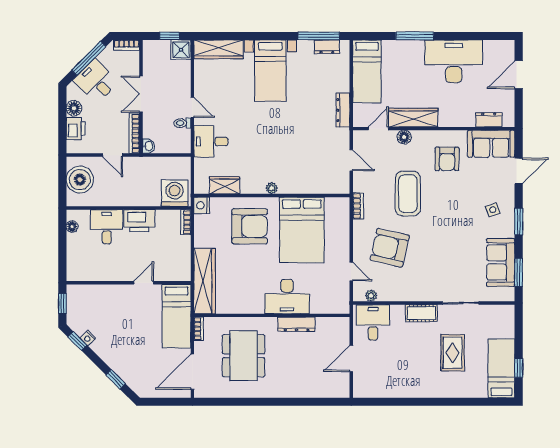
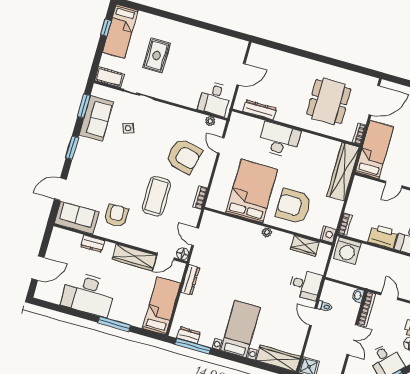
dresser: (489, 120) -> (93, 244), moved
floor lamp: (404, 137) -> (183, 254), moved
side table: (493, 210) -> (128, 128), moved
cot: (421, 313) -> (110, 77), moved
dresser: (296, 324) -> (260, 110), moved

